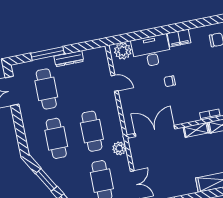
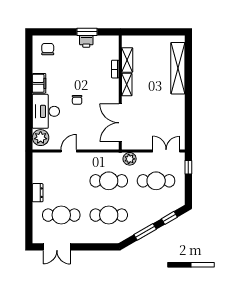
window: (47, 54) -> (29, 207), removed
dresser: (69, 59) -> (38, 193), width x0.70

